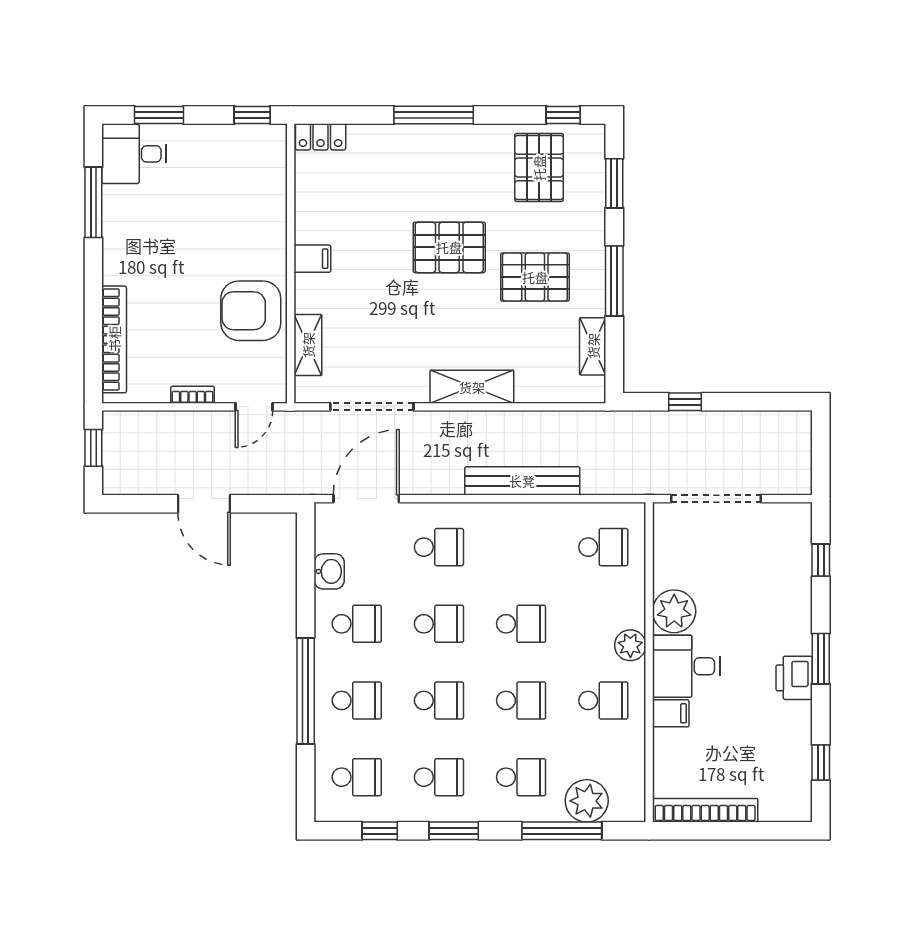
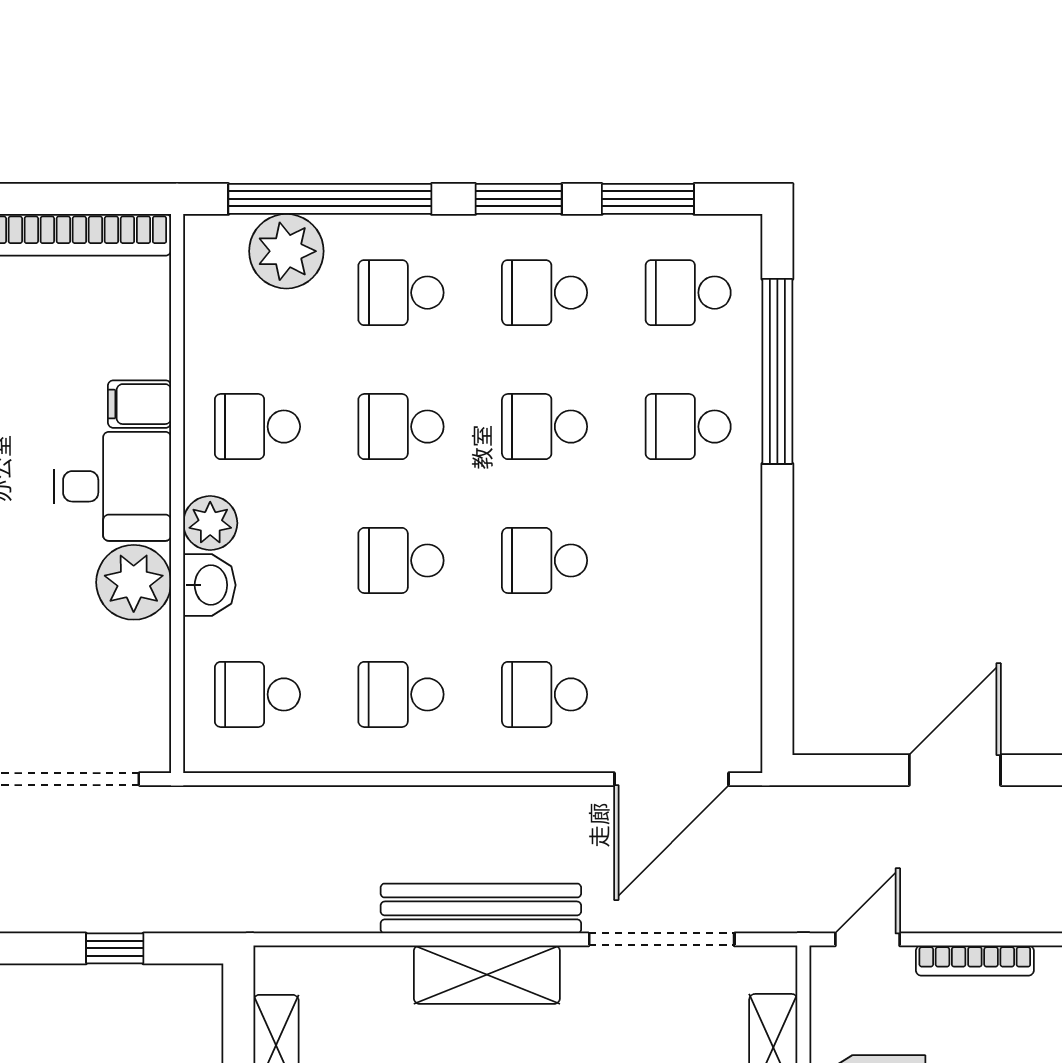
bookcase: (193, 395) -> (975, 961), width x1.56
bench: (522, 481) -> (481, 908), moved
door: (204, 504) -> (955, 770), hinge flipped
washbasin: (329, 571) -> (209, 585), moved, turned 180
school desk: (357, 624) -> (401, 694), moved
window: (306, 691) -> (777, 371), moved
window: (380, 831) -> (648, 199), width x1.50
window: (562, 831) -> (330, 199), width x1.46

